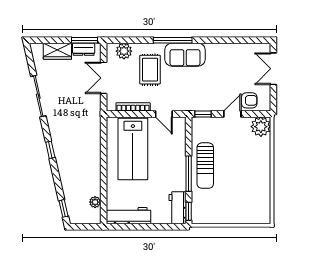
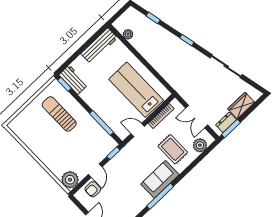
window: (173, 40) -> (160, 196), moved
double door: (104, 78) -> (197, 117), swing flipped
sun lounger: (205, 166) -> (59, 114), moved
window: (189, 174) -> (101, 123), moved
window: (64, 208) -> (153, 18), moved

